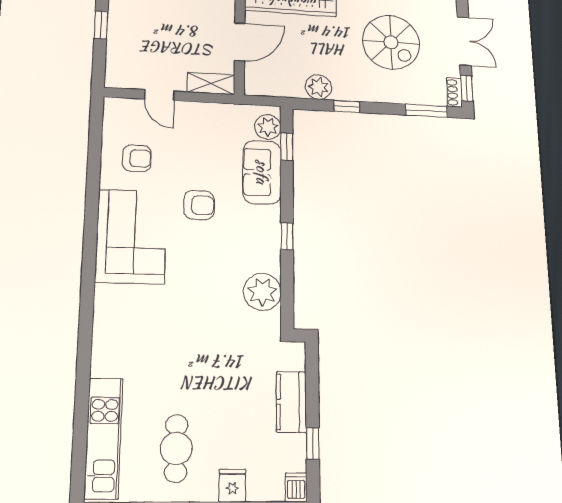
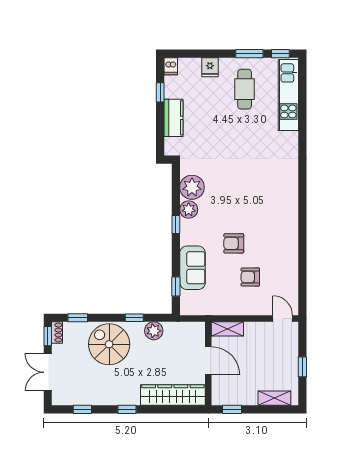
door: (240, 42) -> (208, 361), swing flipped
spiral stairs: (391, 42) -> (109, 344), moved
door: (159, 95) -> (283, 319), moved
window: (427, 111) -> (78, 318), width x0.67
plant: (268, 127) -> (189, 210), moved
armchair: (137, 158) -> (250, 277), moved
corner sofa: (131, 237) -> (277, 221), removed

